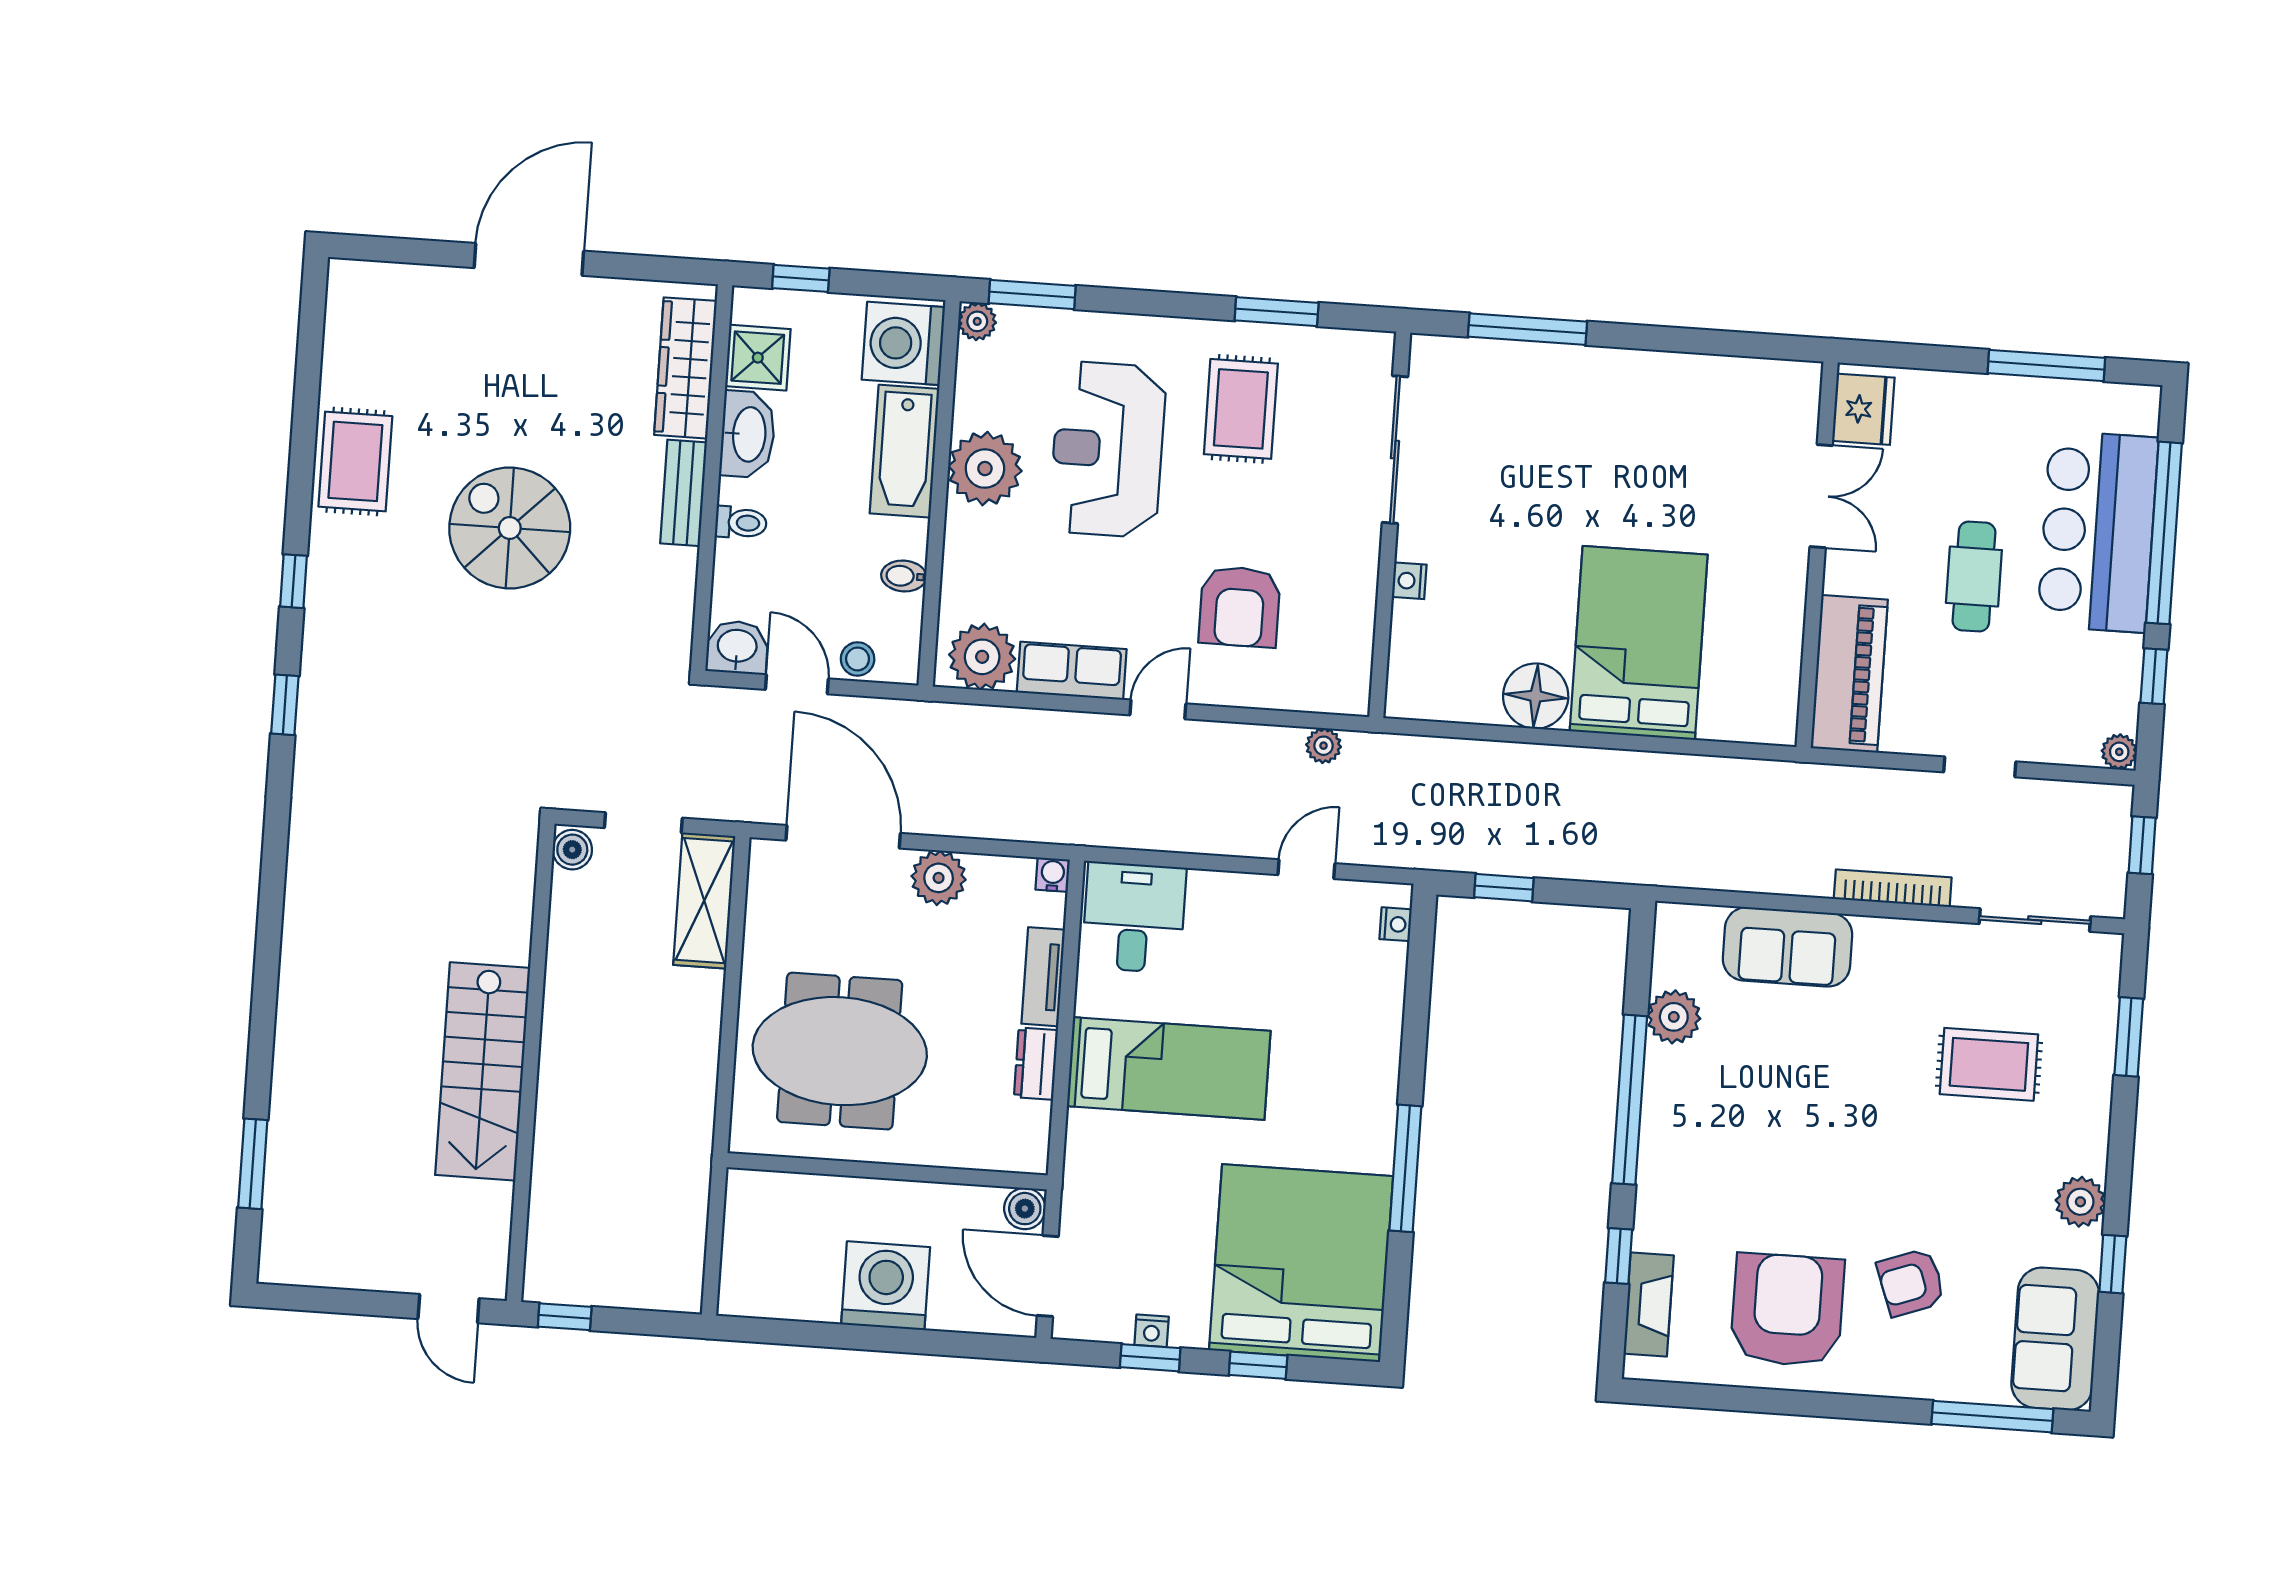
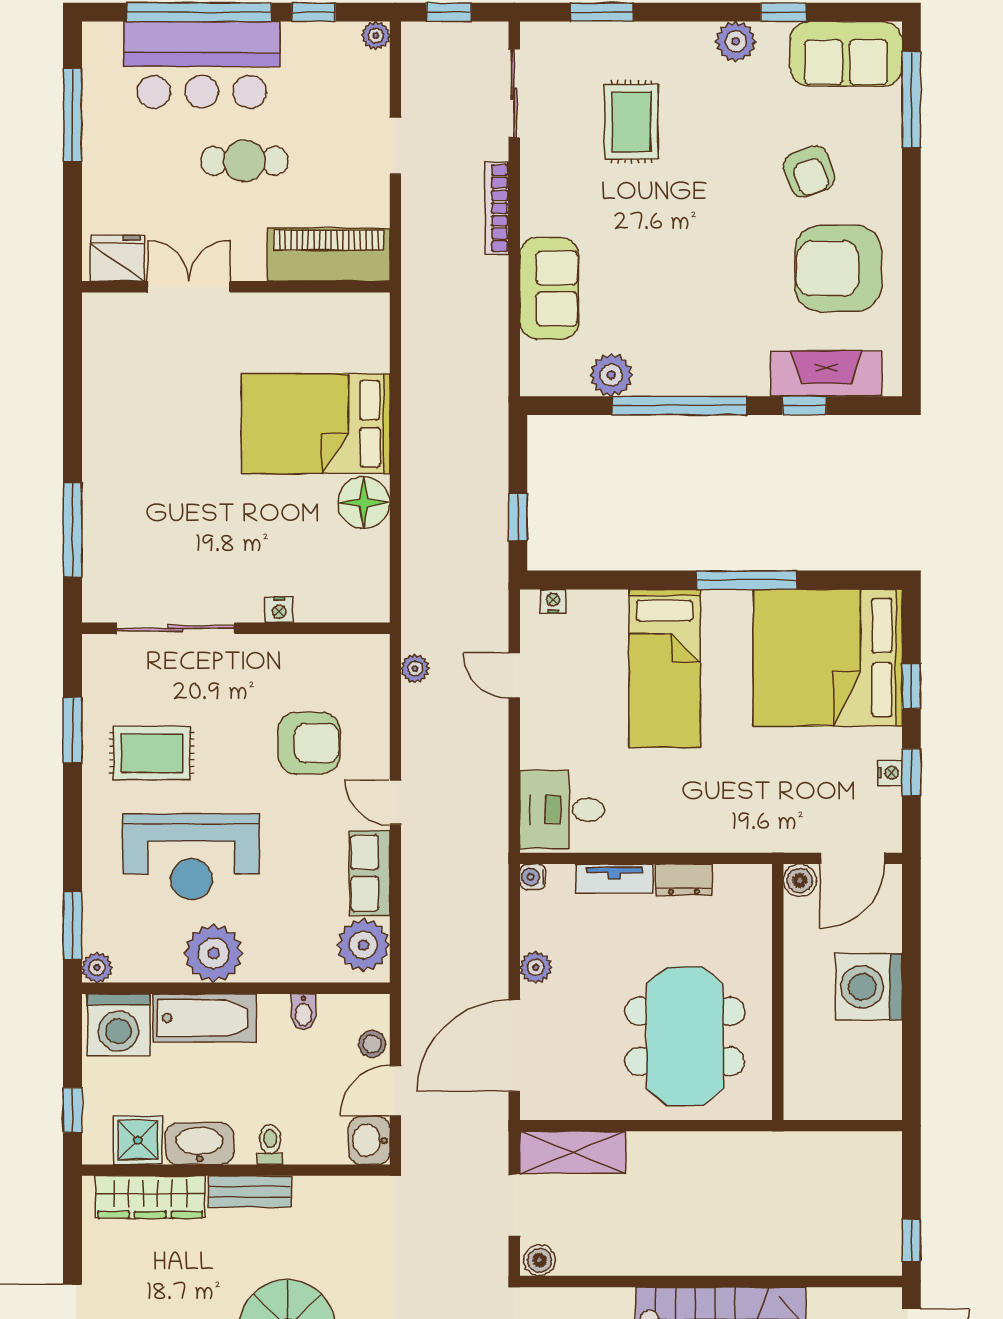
plant: (939, 878) -> (536, 967), width x0.73, depth x0.73
bed: (1169, 1069) -> (665, 668), moved, turned 180
fireplace: (1649, 1305) -> (826, 373), width x1.37, depth x1.32

